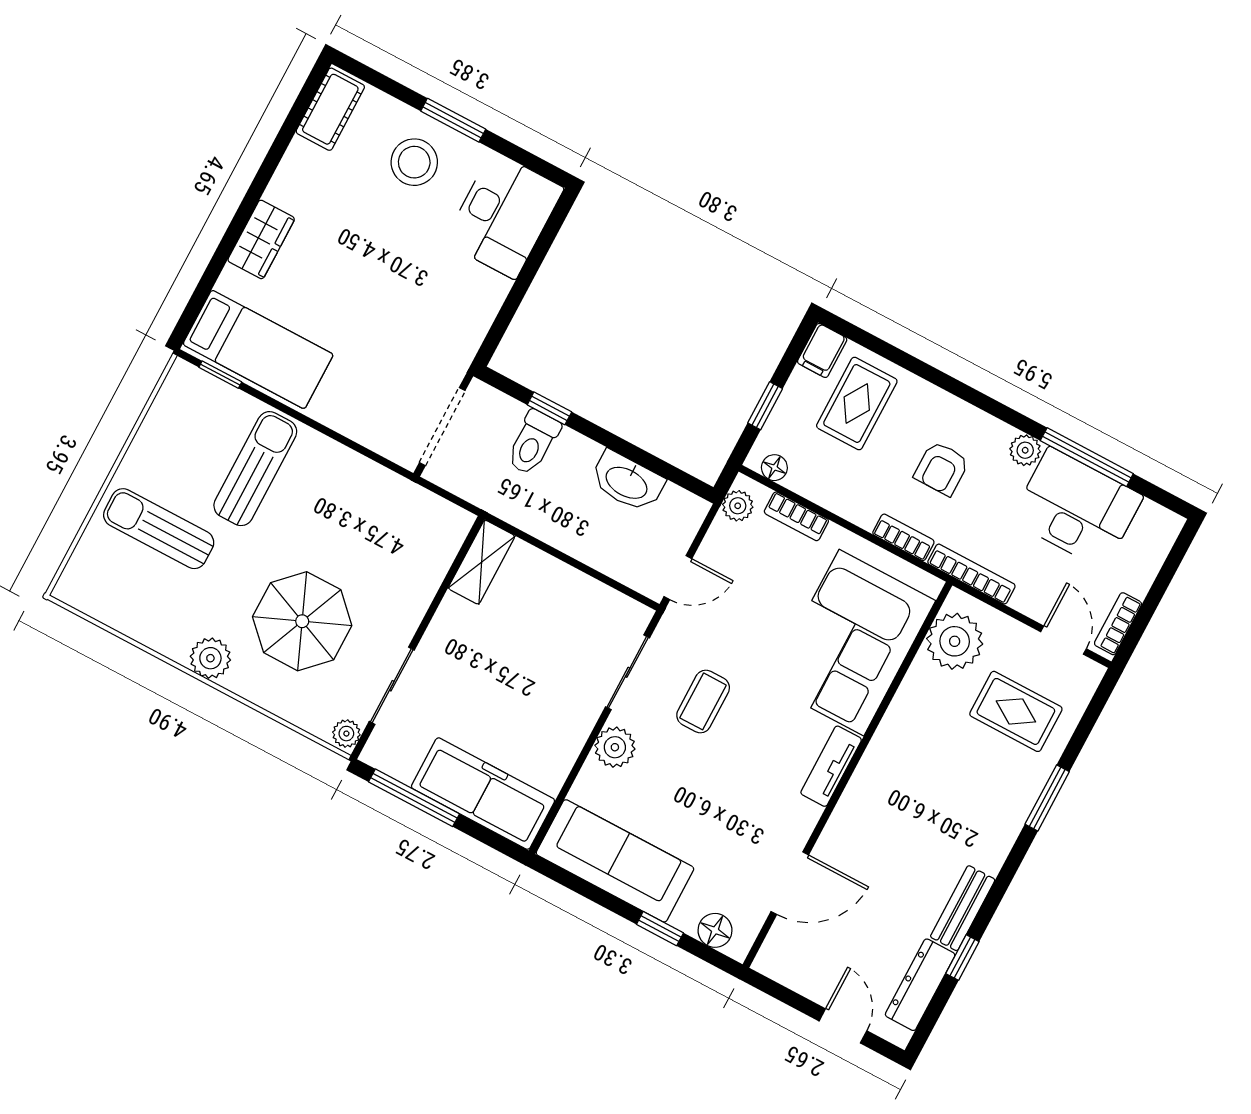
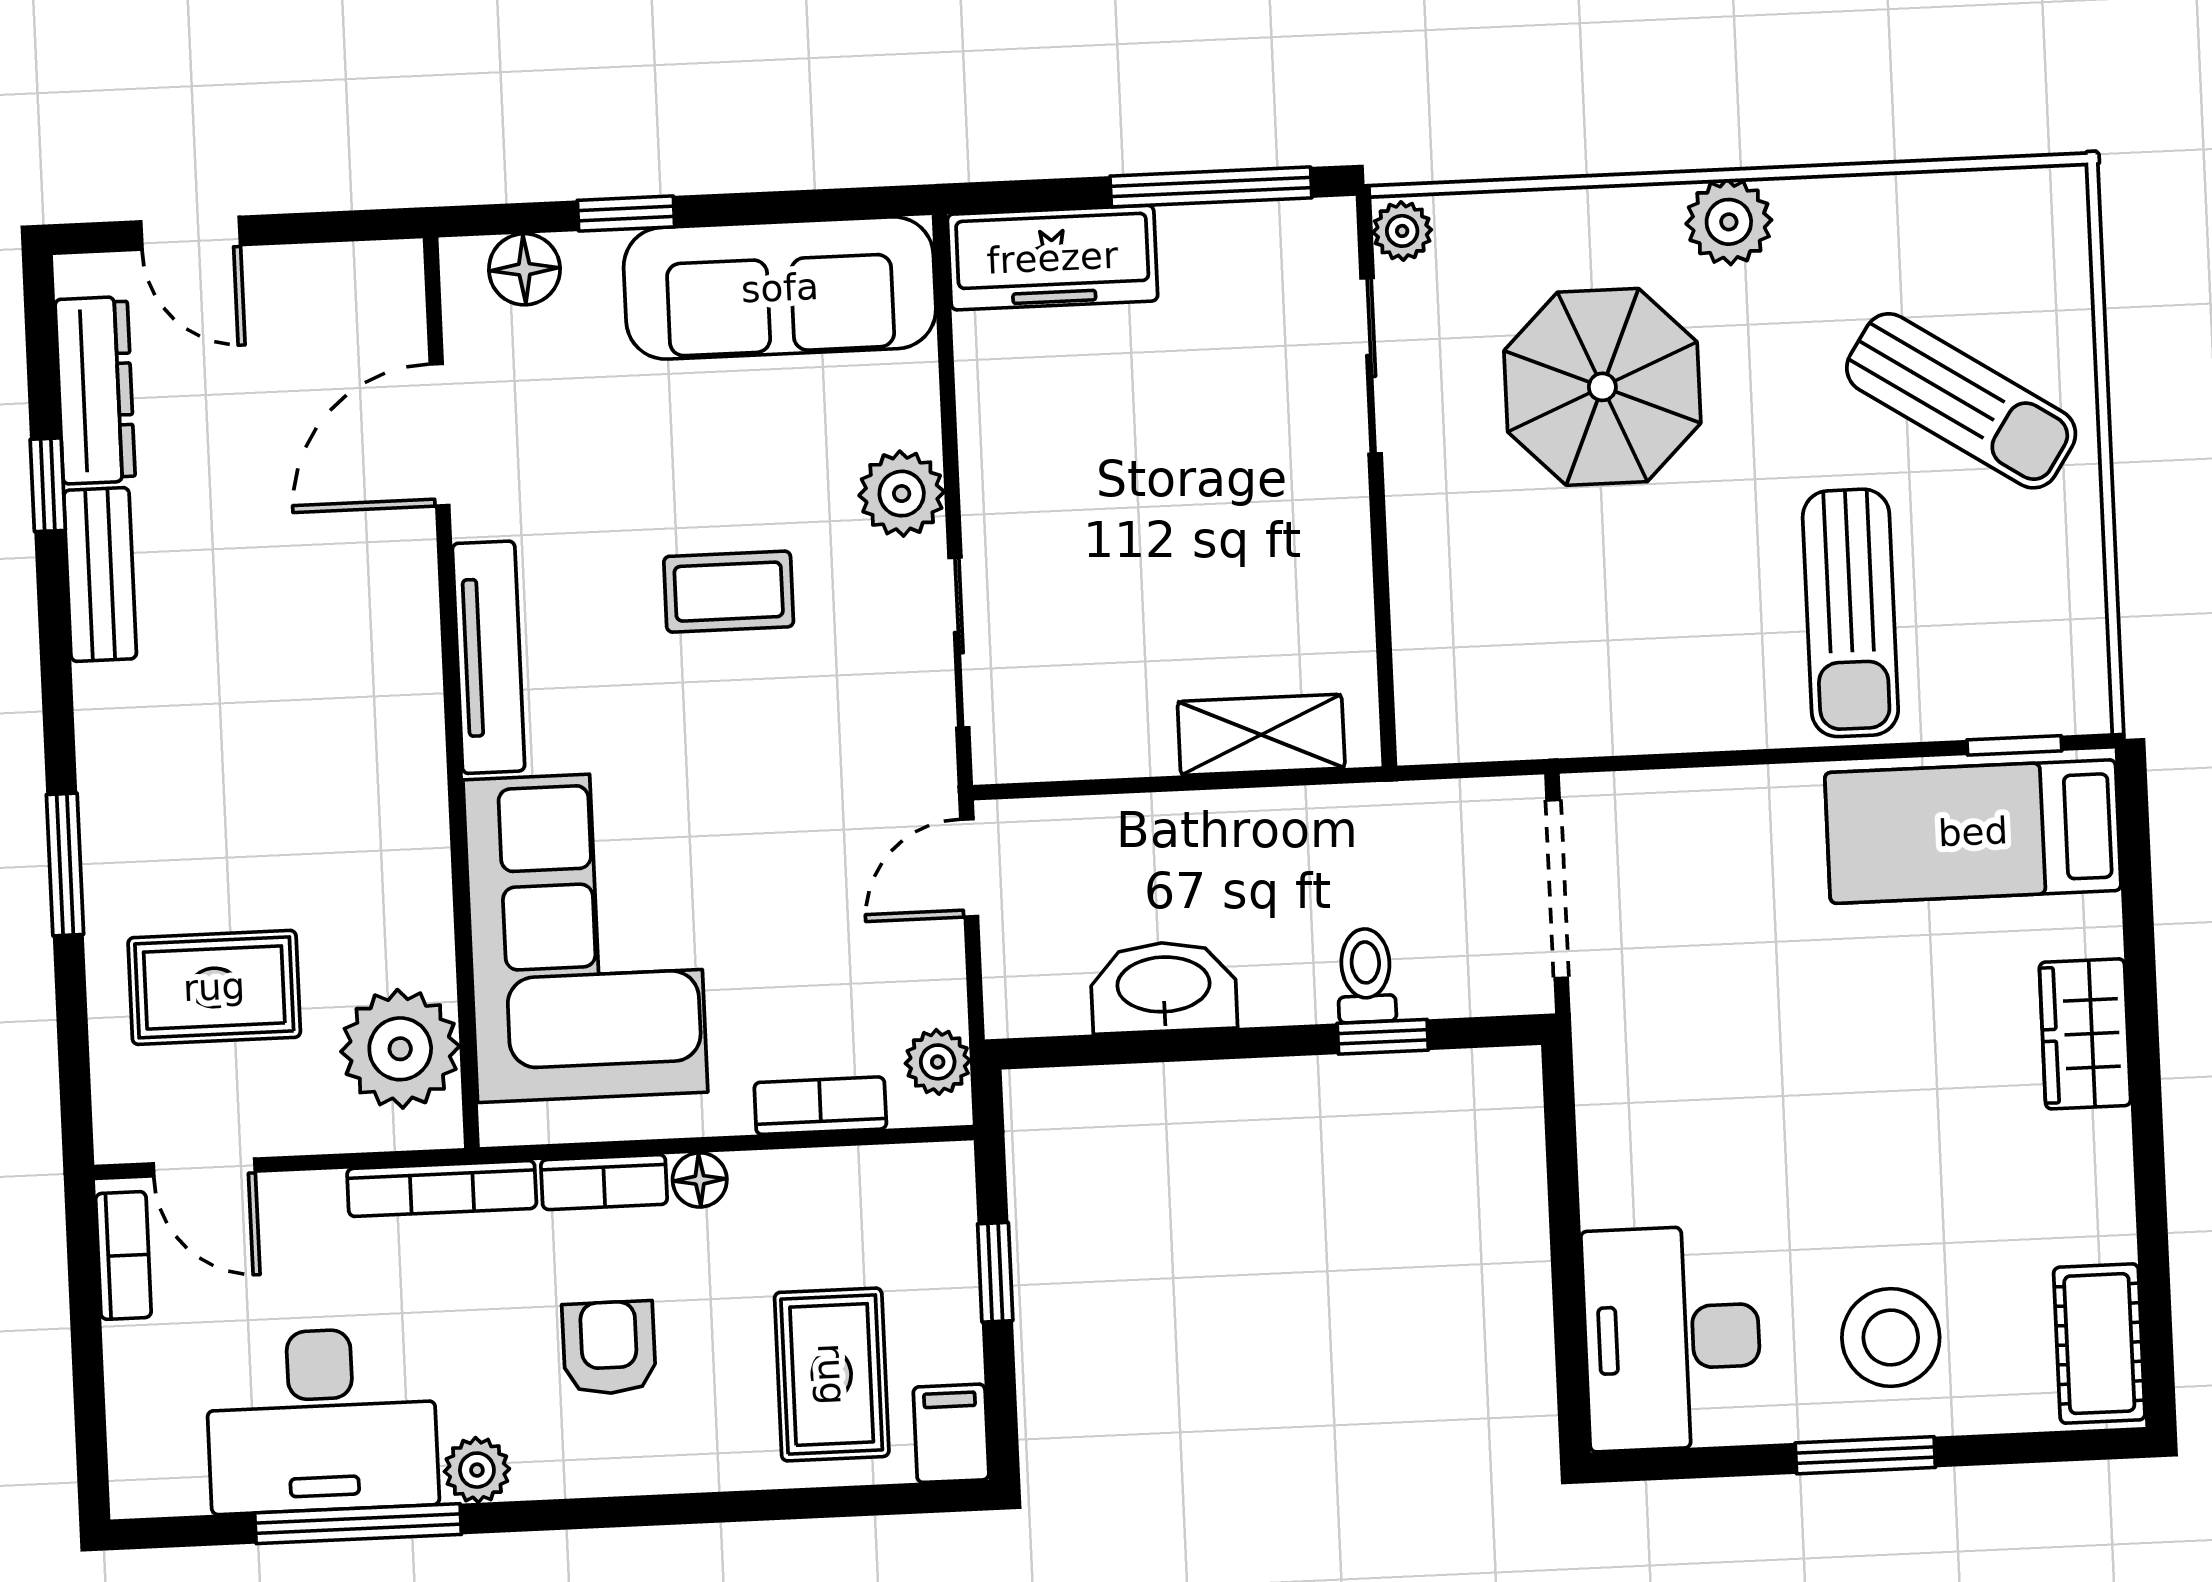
toilet: (533, 443) -> (1366, 975), width x0.73, depth x0.72
floor lamp: (774, 468) -> (700, 1180), moved
sun lounger: (159, 529) -> (1961, 401), turned 33
shelving: (482, 562) -> (1261, 735), moved, turned 90
coffee table: (703, 701) -> (729, 592), moved, turned 90
tv unit: (831, 766) -> (489, 657), width x1.41
freezer: (483, 794) -> (1052, 258), width x0.73, depth x0.79

